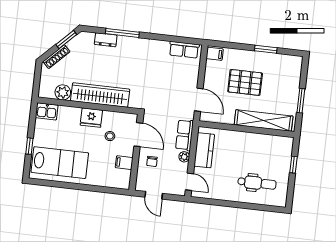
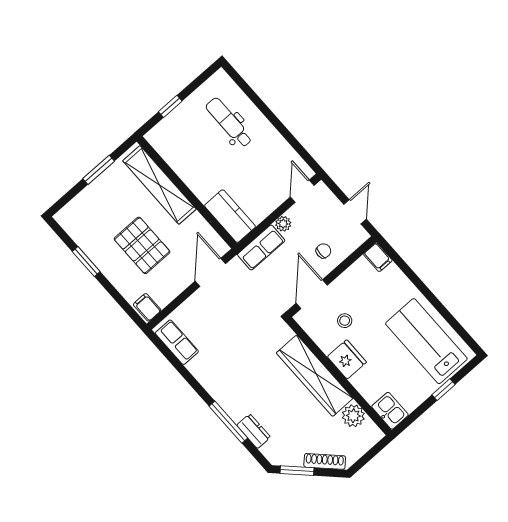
kitchen counter: (204, 150) -> (230, 216), moved, turned 90
filing cabinet: (124, 163) -> (378, 257), moved

